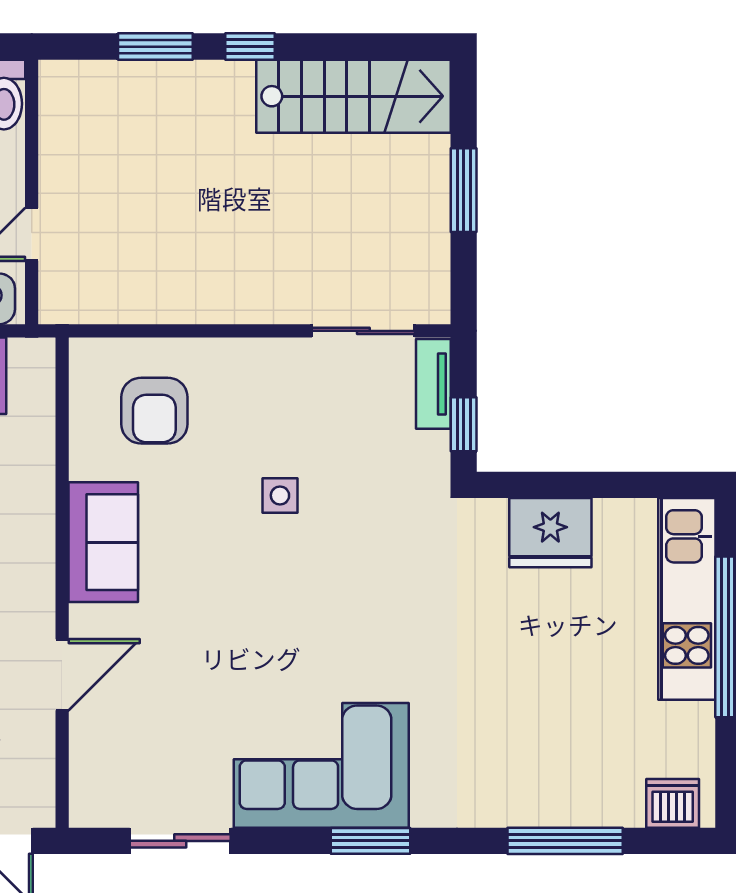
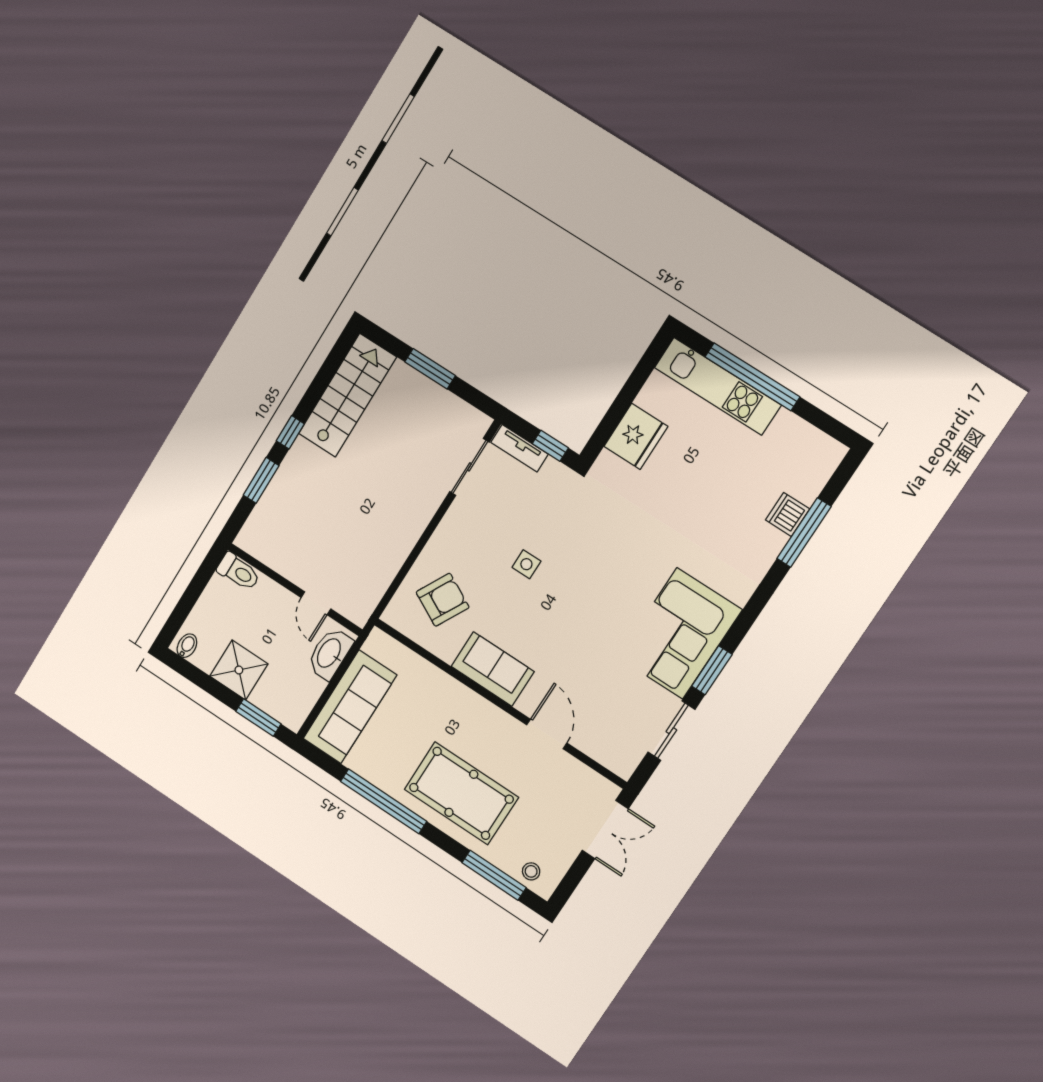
armchair: (154, 411) -> (443, 600), turned -62
dishwasher: (673, 803) -> (788, 514), moved
window: (371, 841) -> (712, 670), moved

